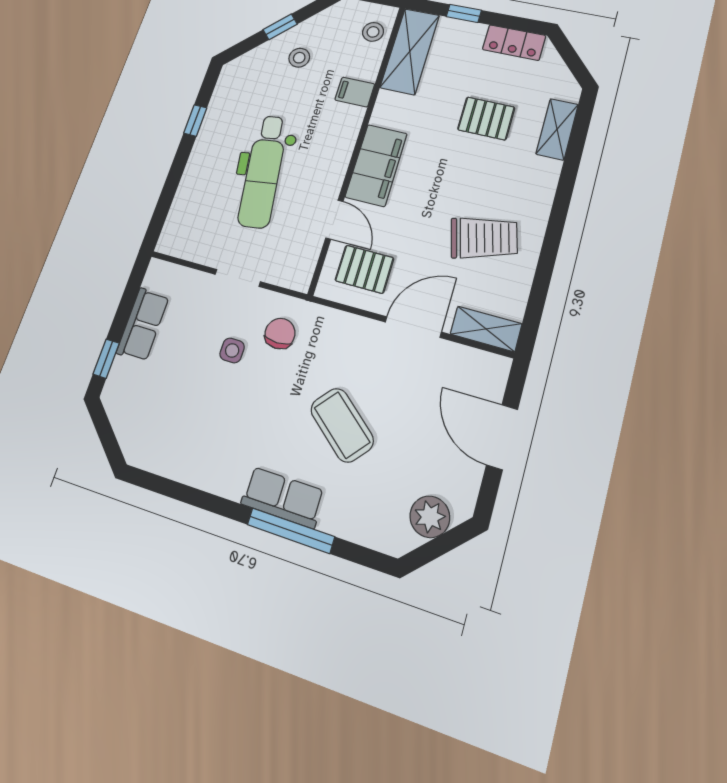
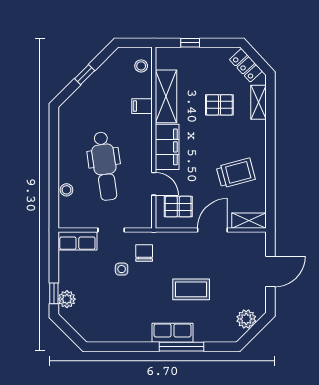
locker: (514, 43) -> (246, 65), moved, turned 47
shelving: (410, 51) -> (166, 96), moved
stool: (299, 58) -> (66, 190), moved
window: (195, 121) -> (54, 146), removed
row of seats: (143, 324) -> (77, 241), moved, turned 90
plant: (123, 375) -> (67, 299), added
coffee table: (342, 425) -> (191, 289), turned -40
door: (502, 437) -> (270, 271), swing flipped

